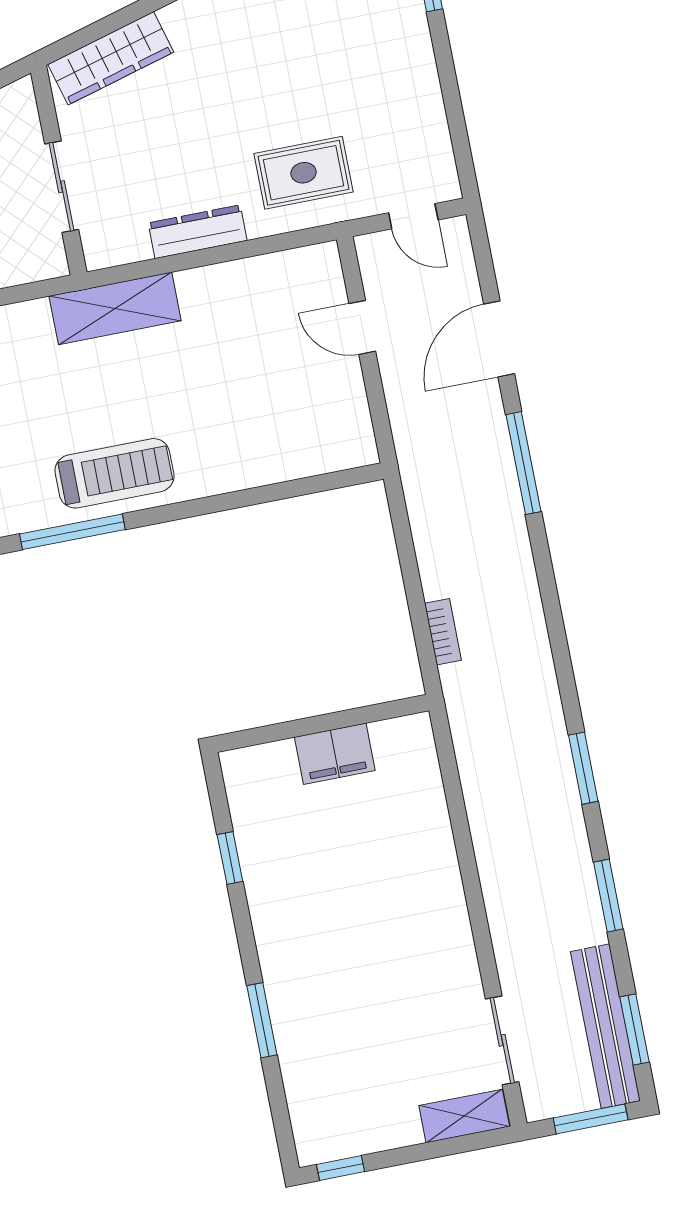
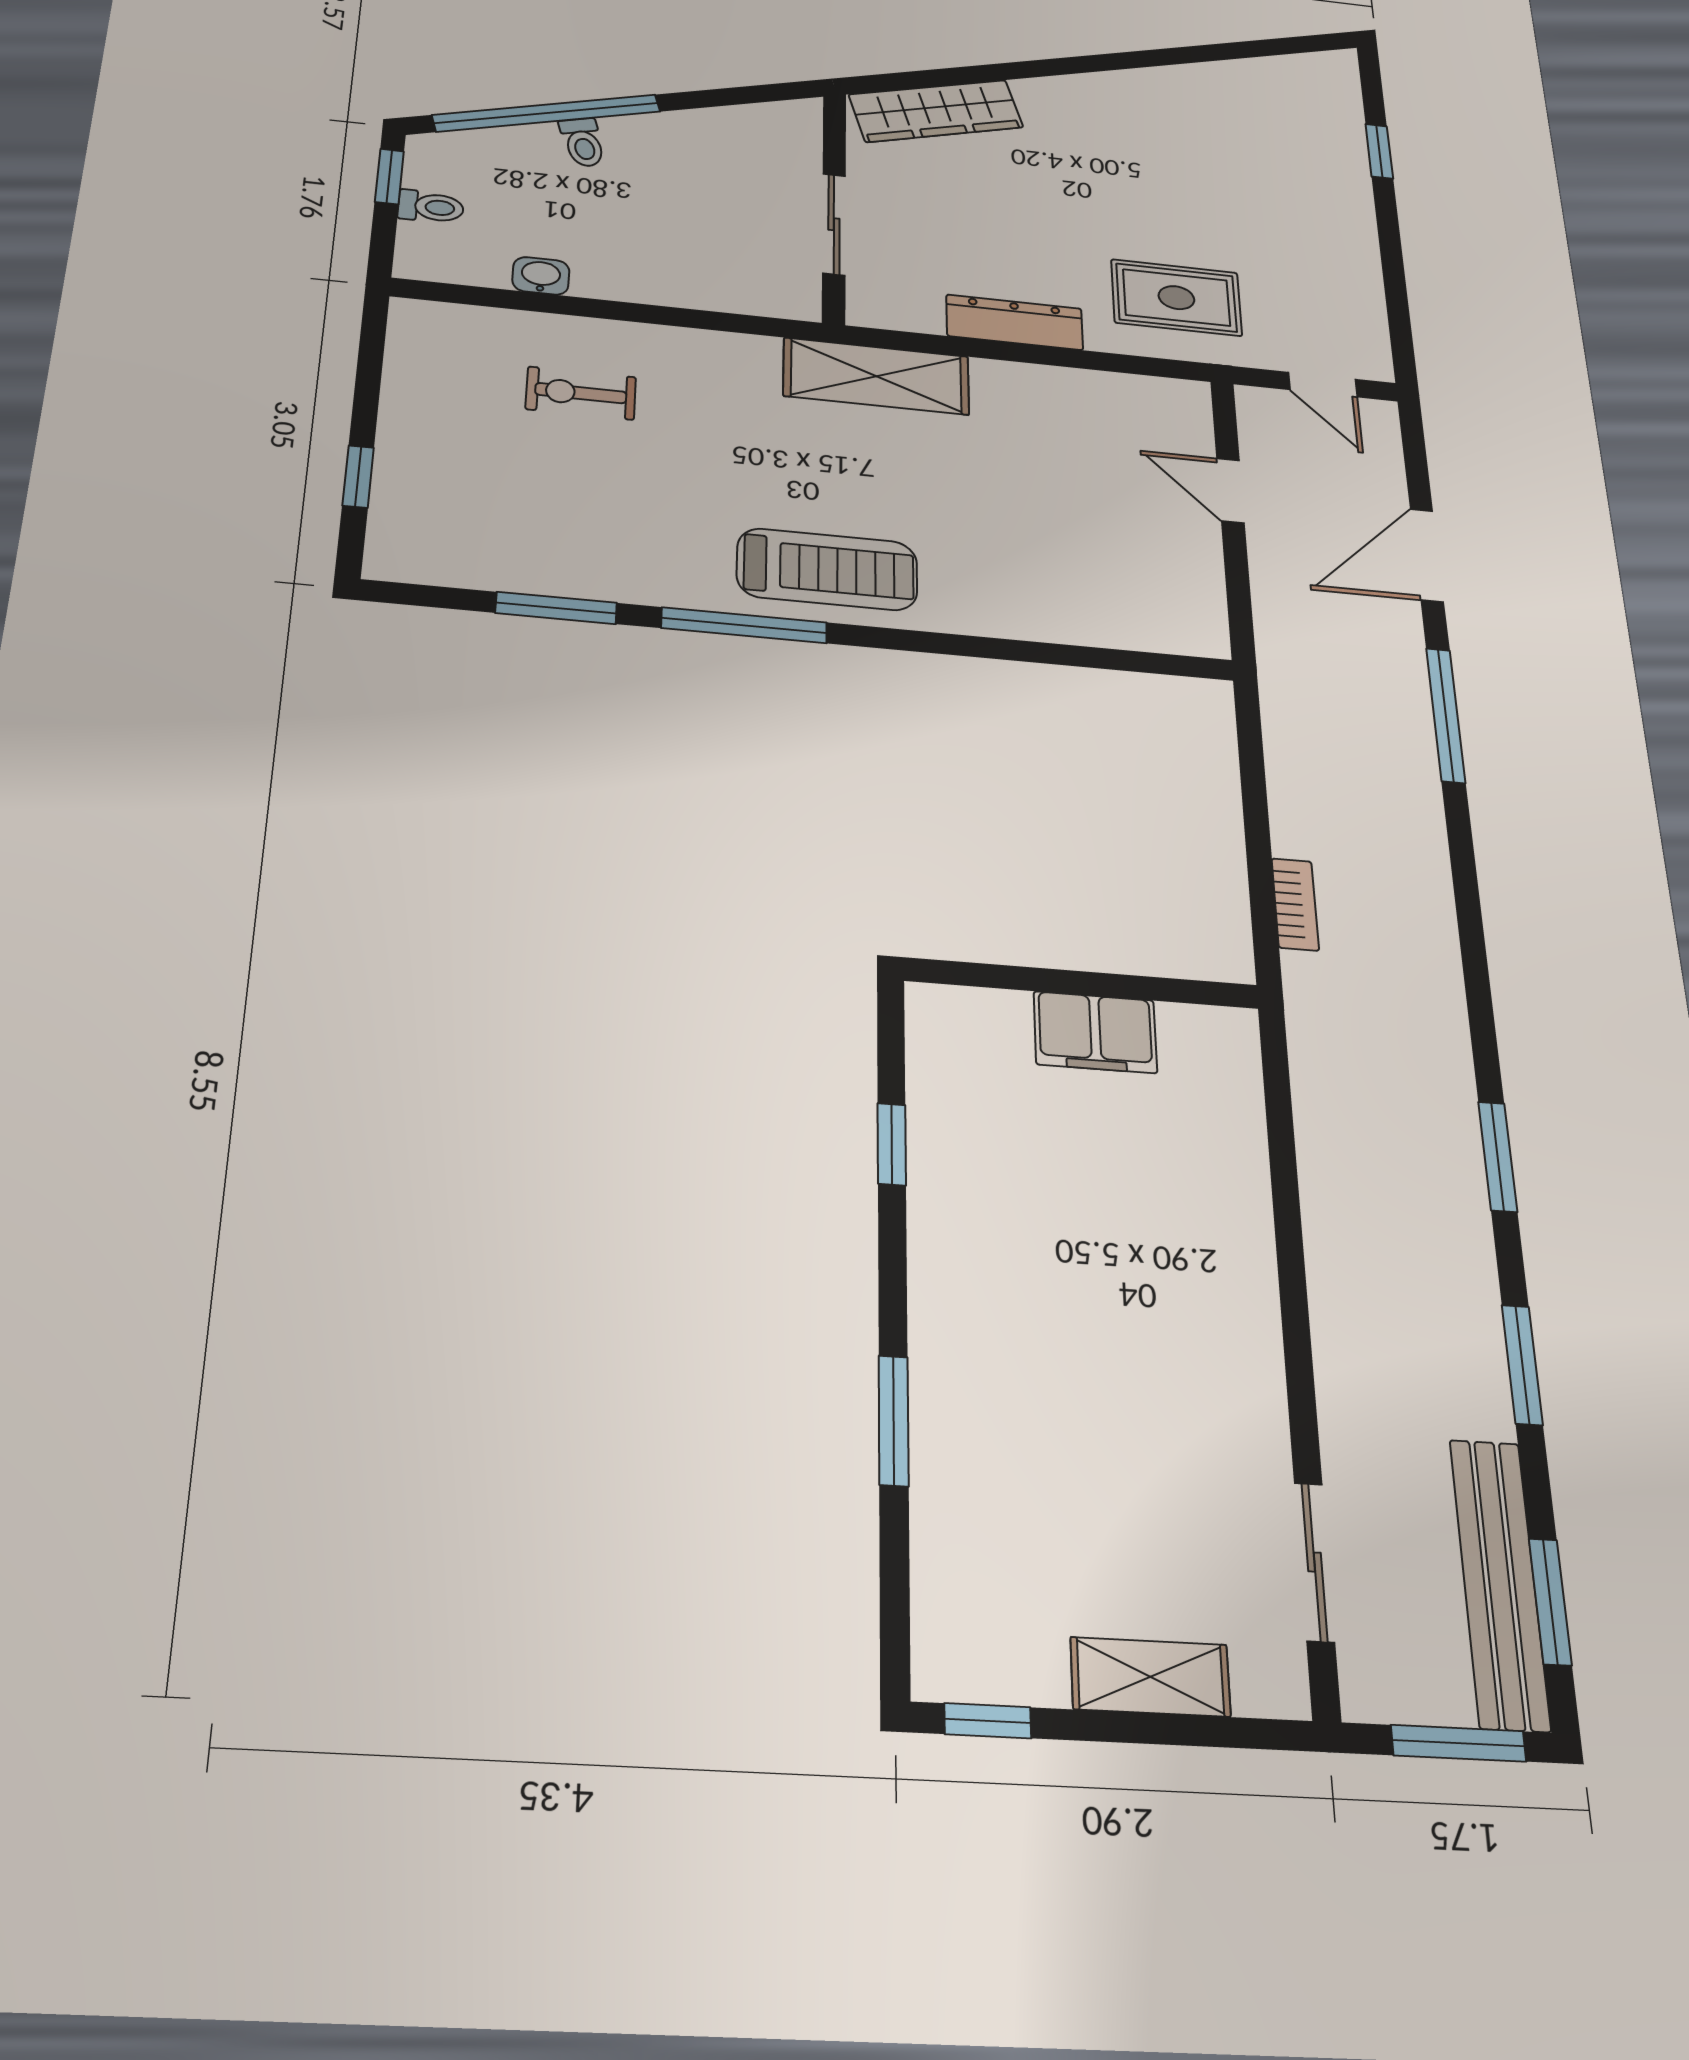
shelving: (464, 1116) -> (1150, 1677), moved

